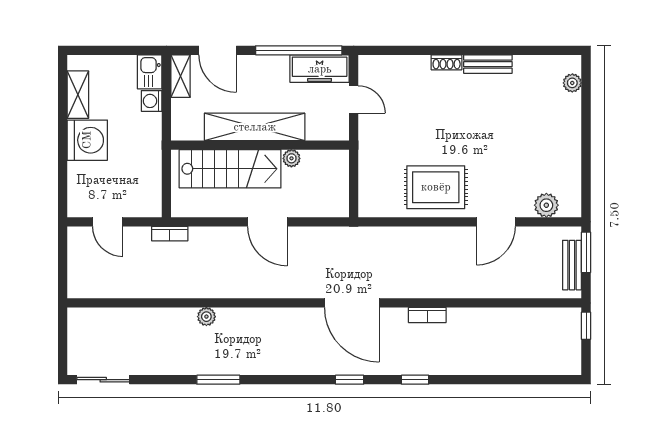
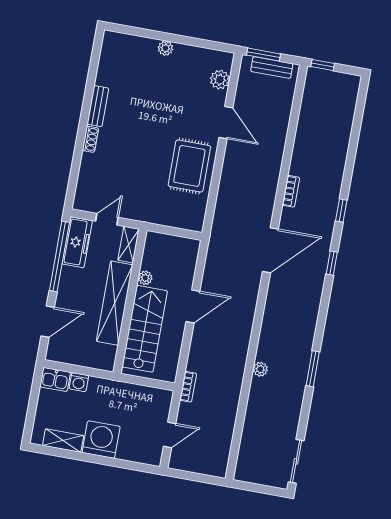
shelving: (181, 76) -> (128, 245), moved, turned 90
plant: (572, 83) -> (165, 48), moved

